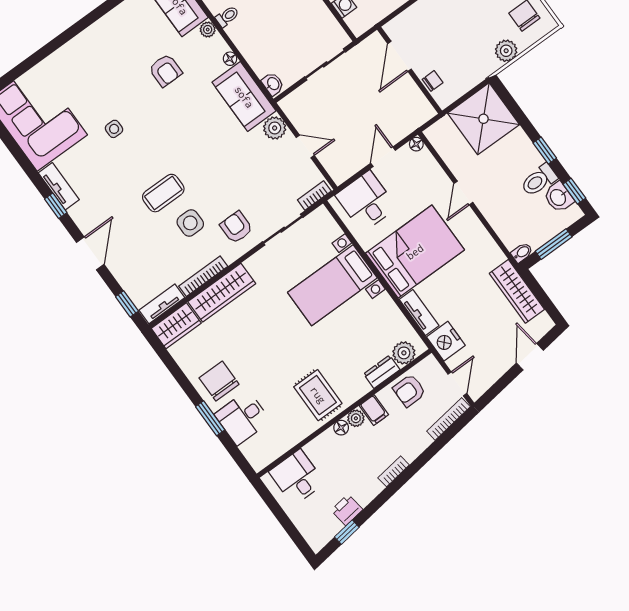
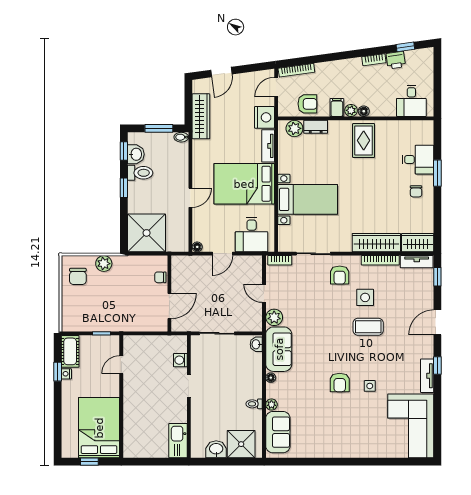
armchair: (165, 70) -> (340, 382), moved, turned 180
chair: (219, 381) -> (416, 191), width x0.54, depth x0.54
bookcase: (394, 471) -> (374, 60), moved

